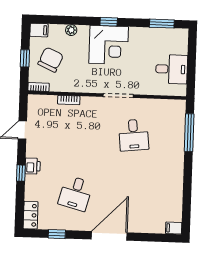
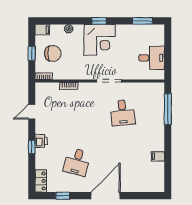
chair: (51, 60) -> (53, 53), turned 66
filing cabinet: (174, 228) -> (158, 156), moved

